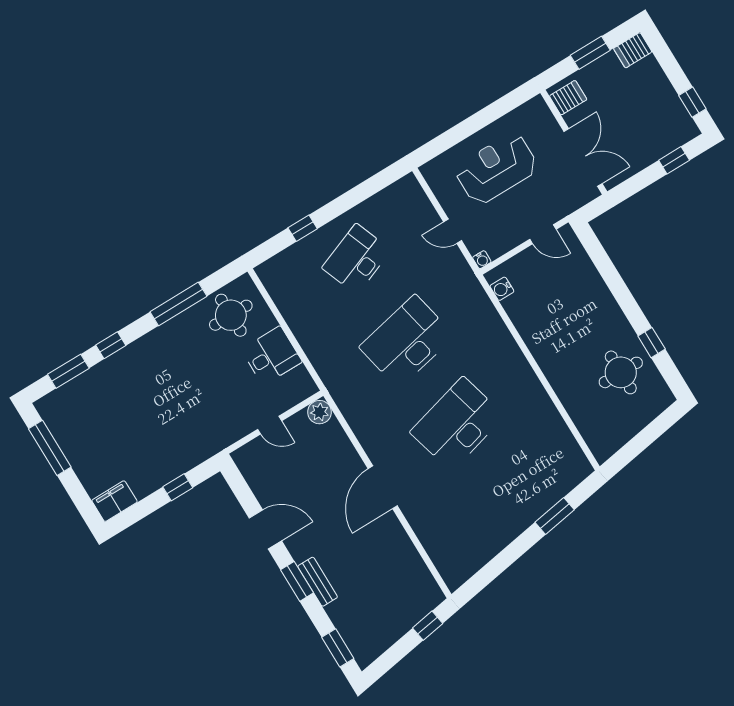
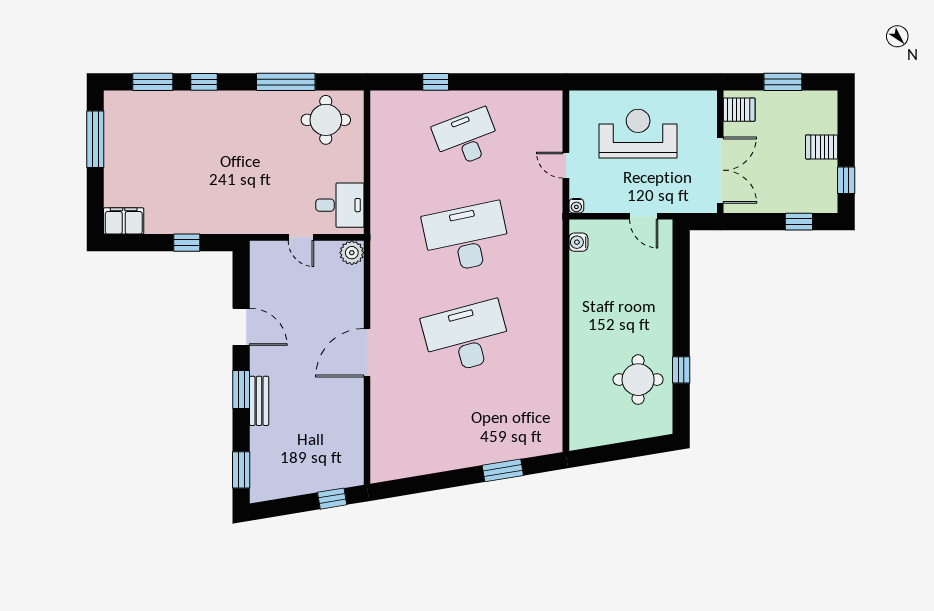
server rack: (633, 50) -> (822, 147), moved
desk: (272, 356) -> (340, 205), moved

